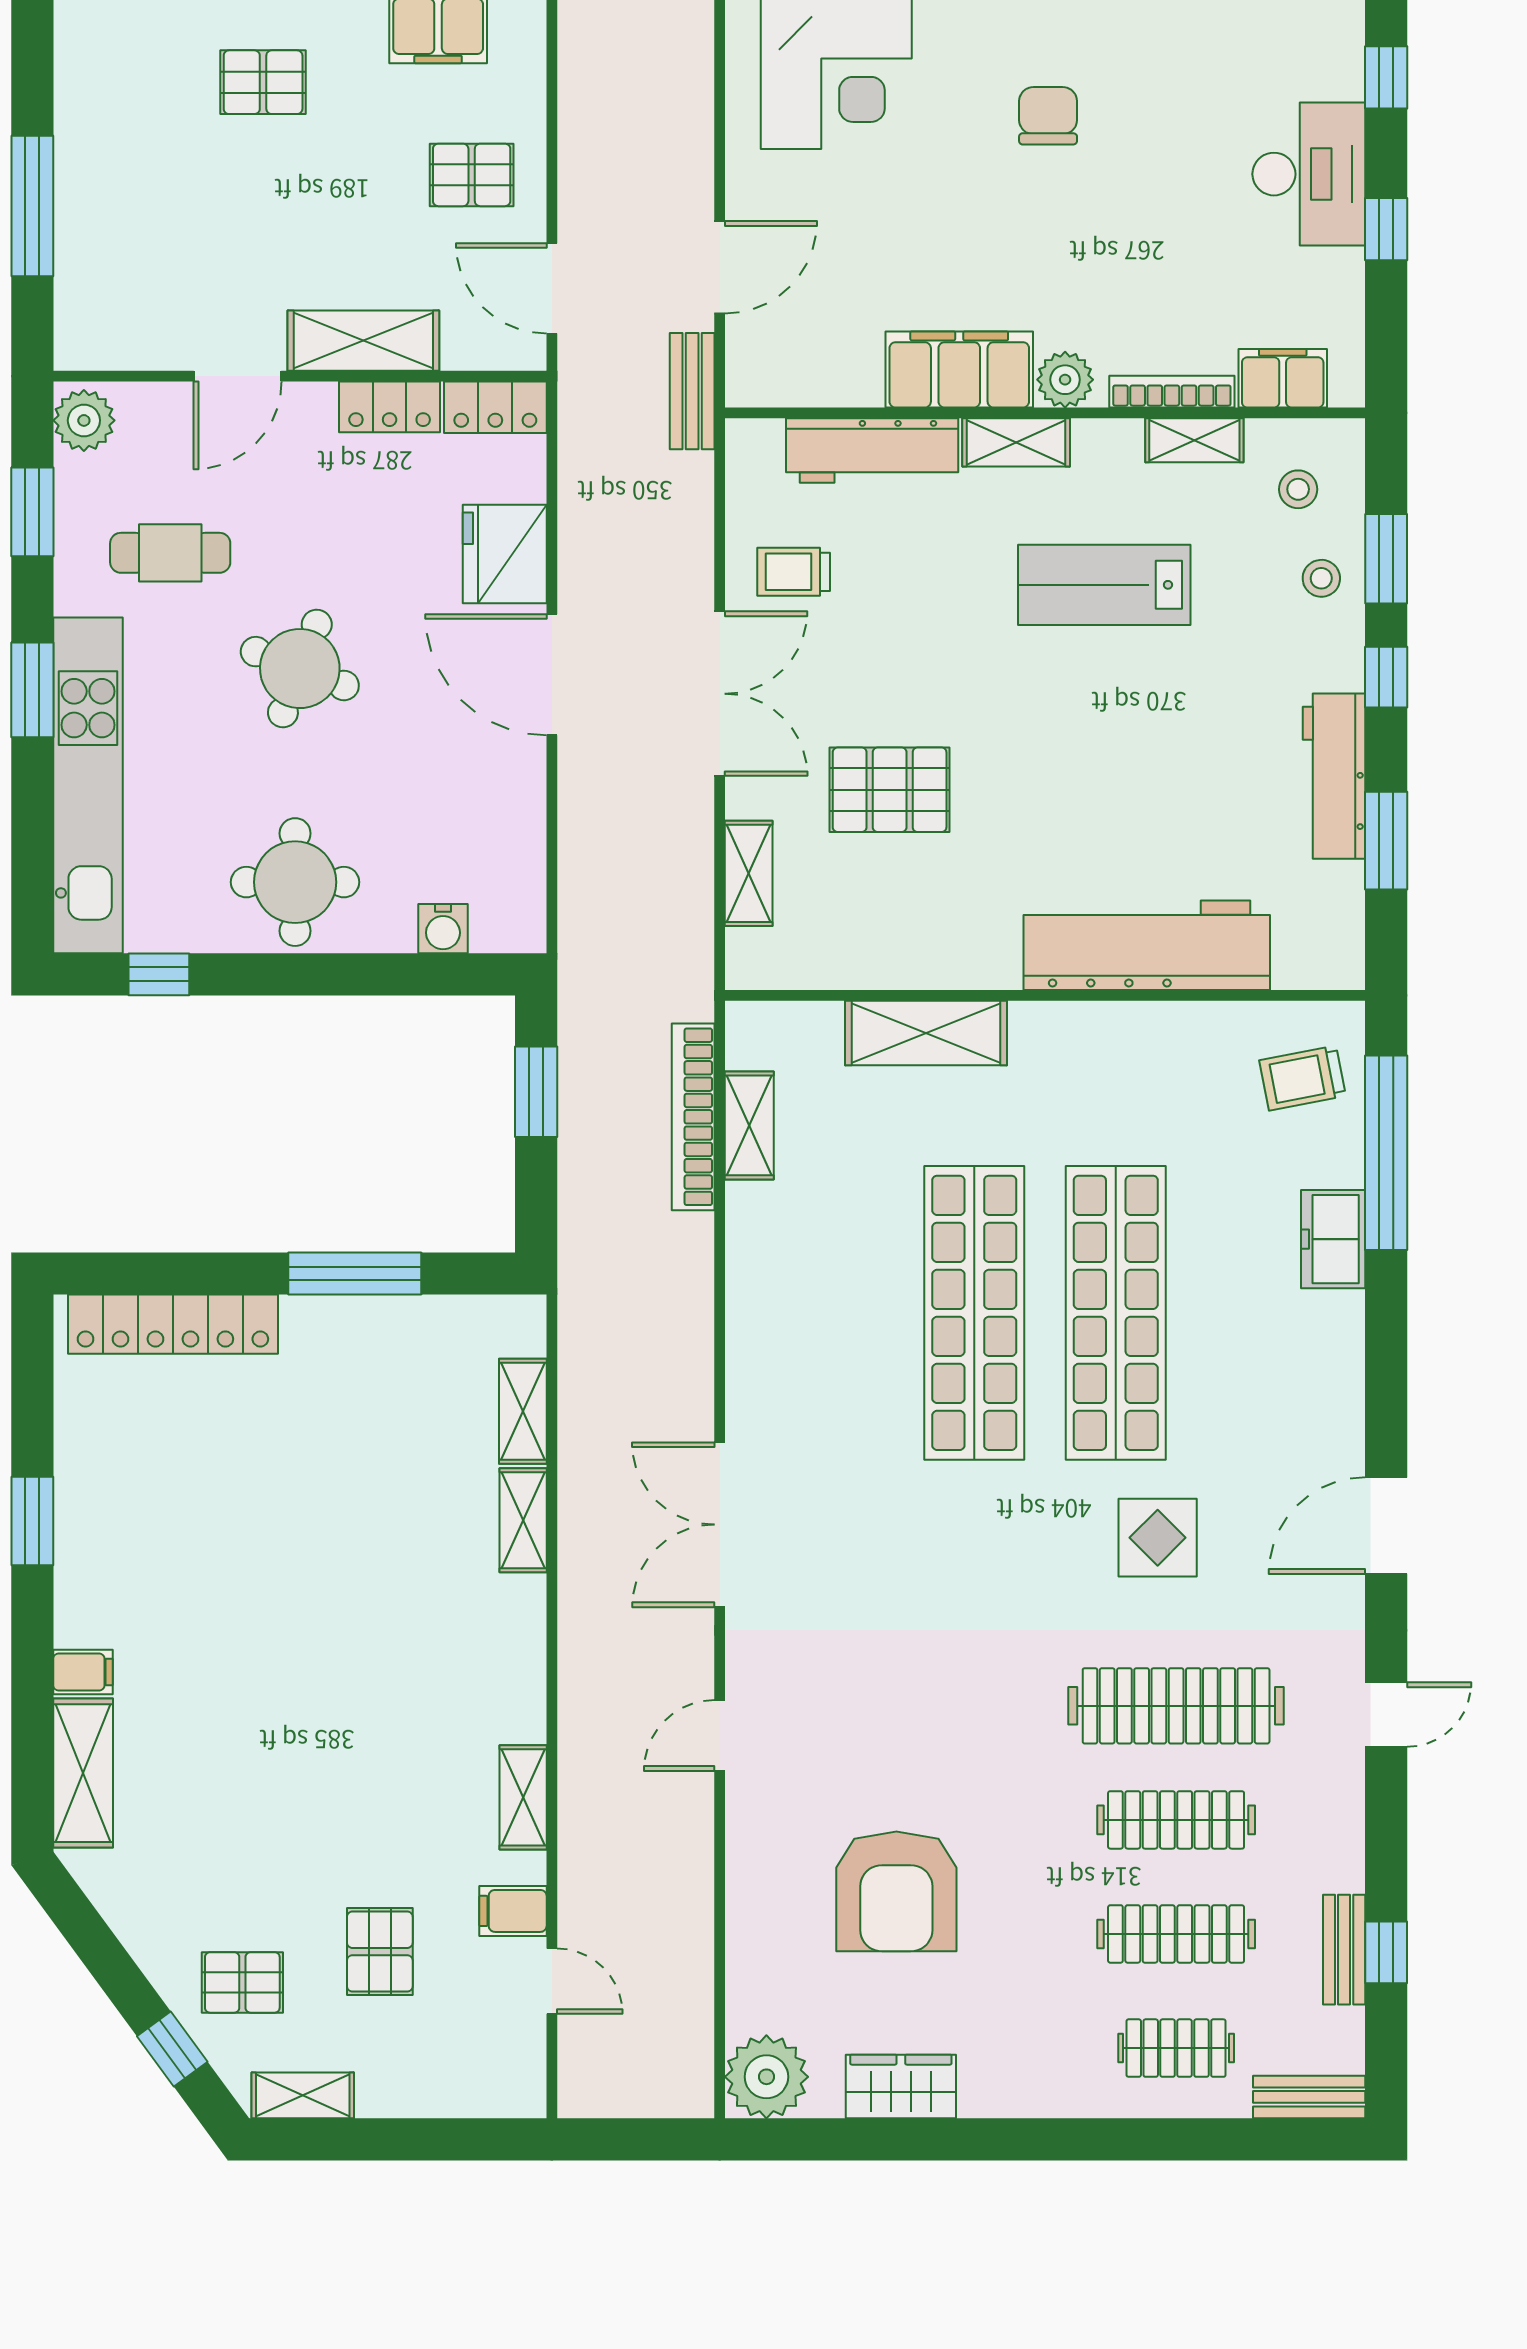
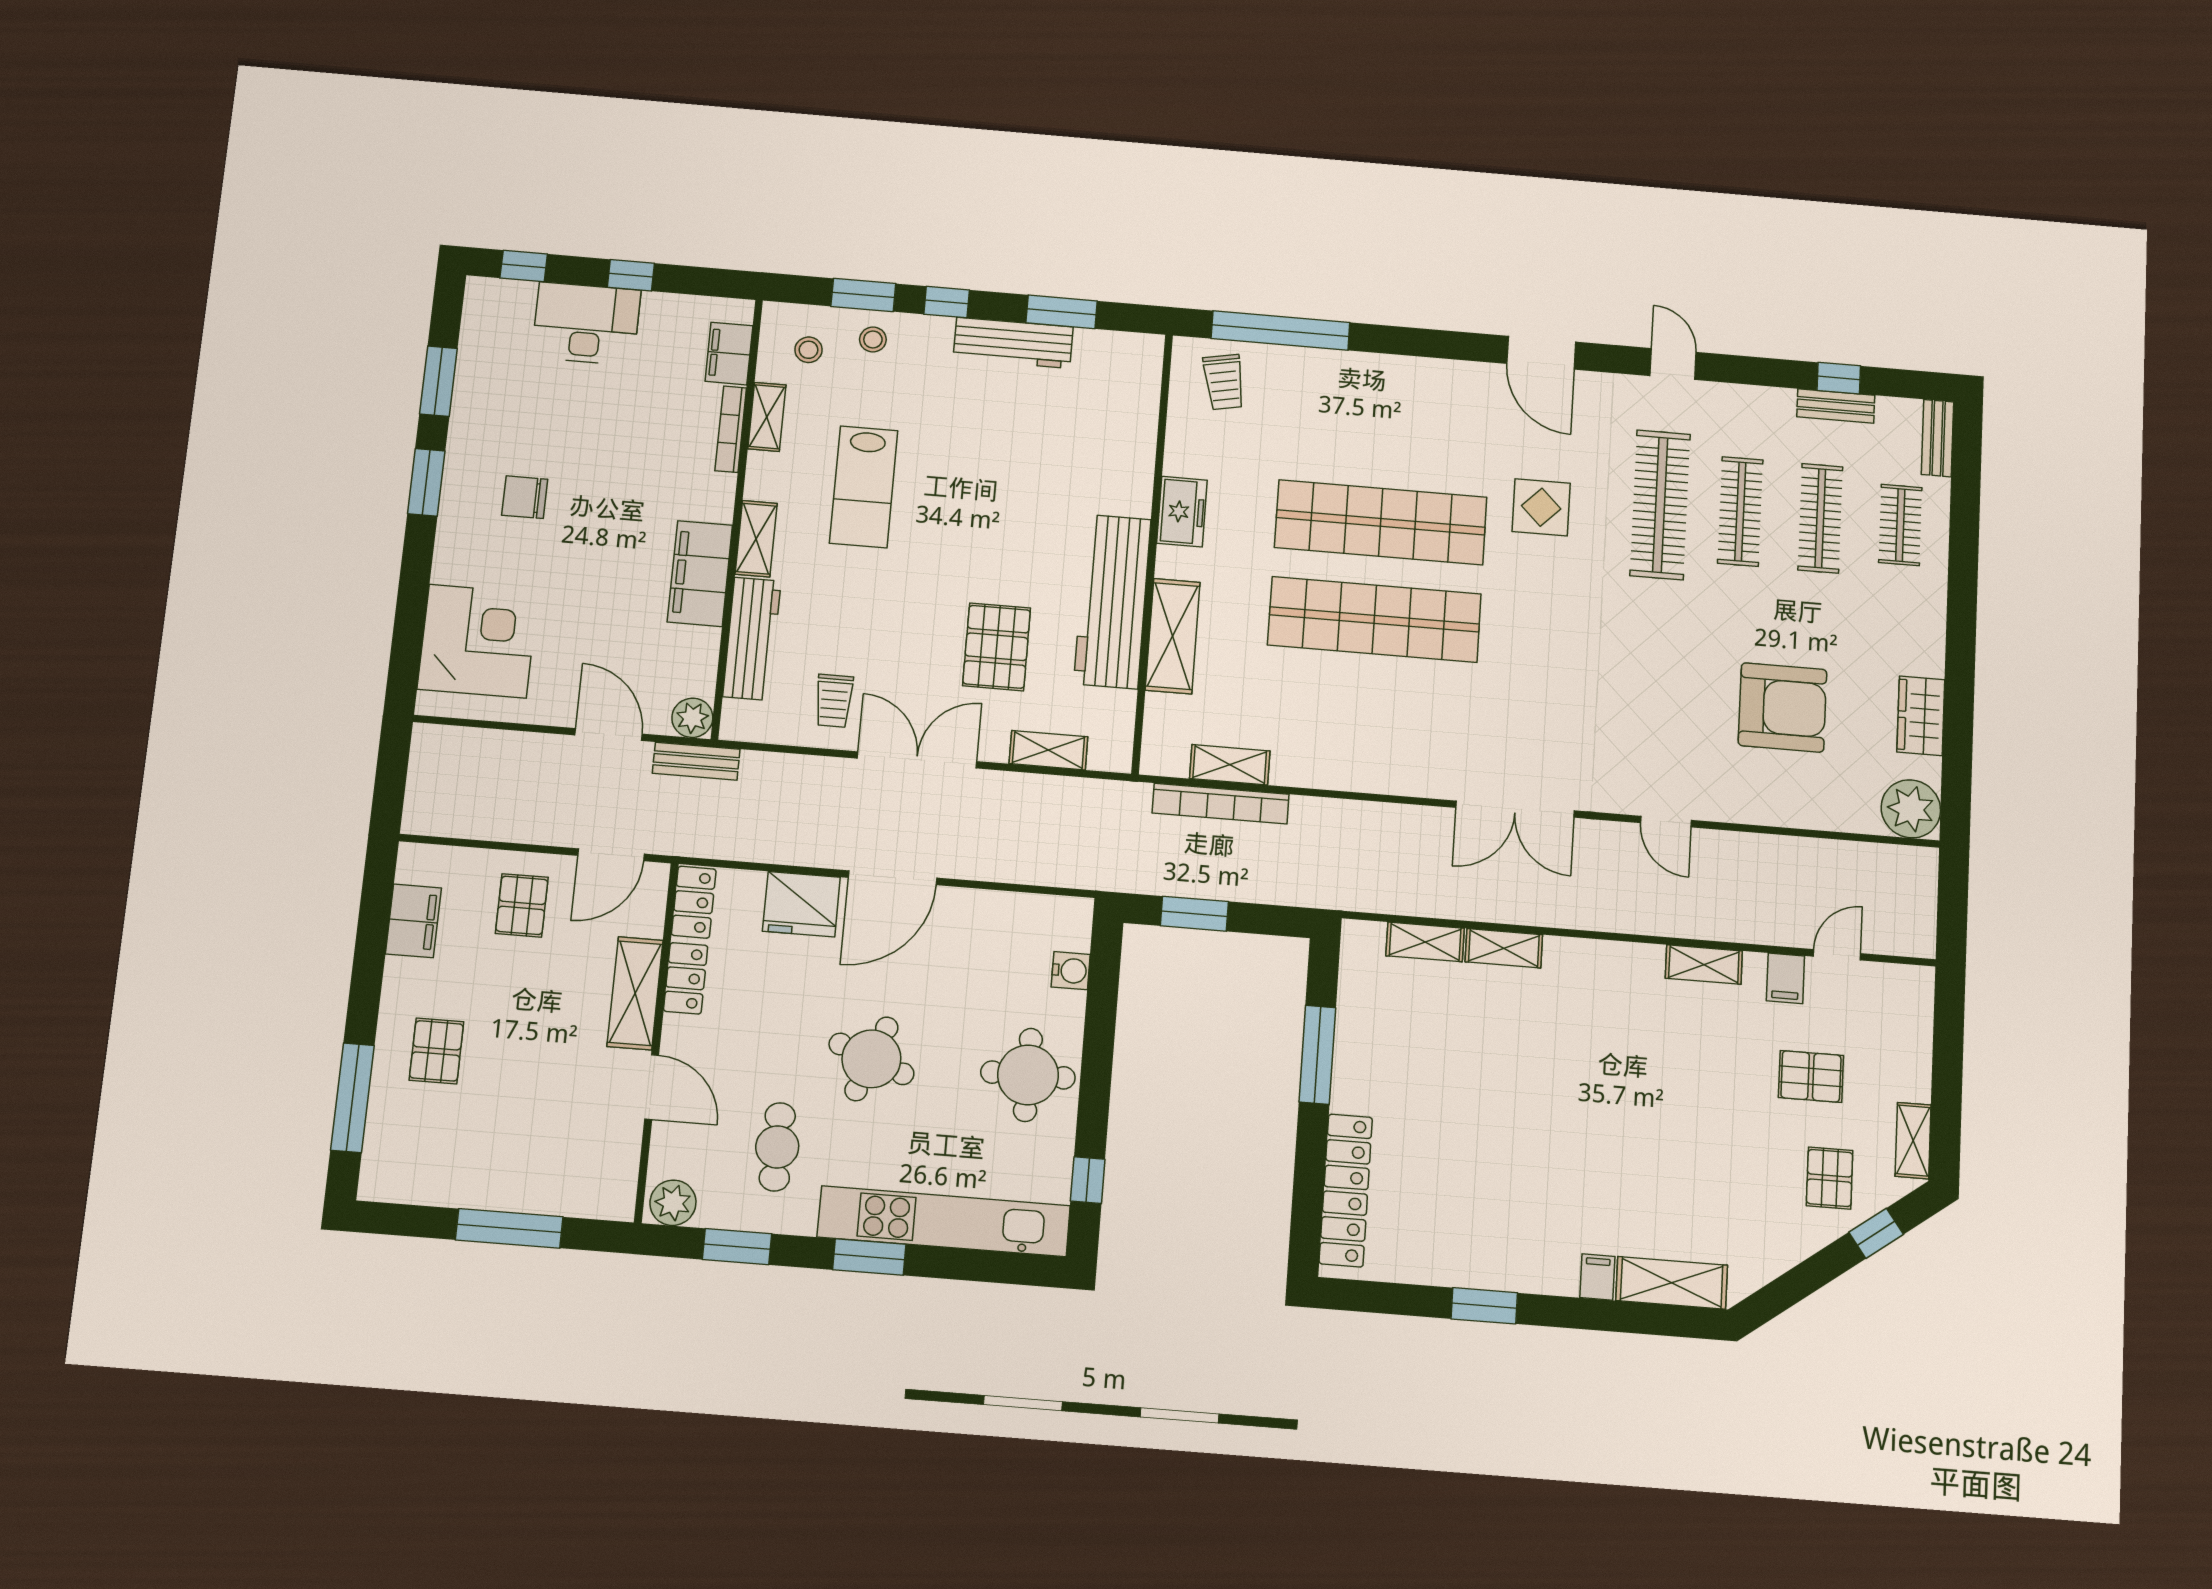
plant: (1065, 380) -> (692, 718), moved
workbench: (1147, 945) -> (1112, 601), moved
freezer: (1333, 1239) -> (1182, 512), moved, turned -90

